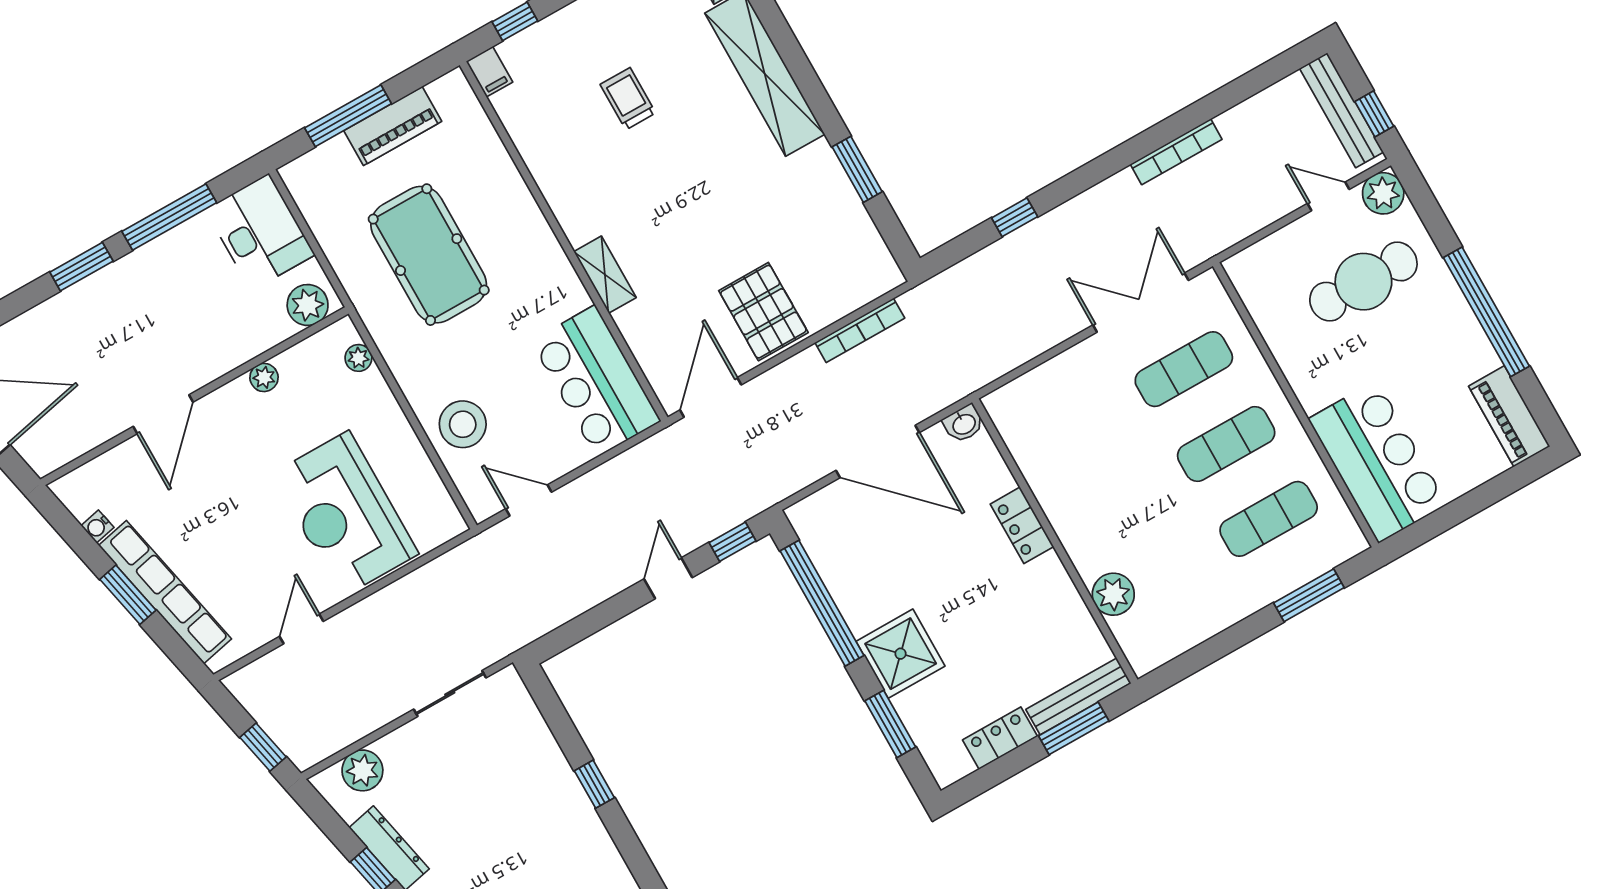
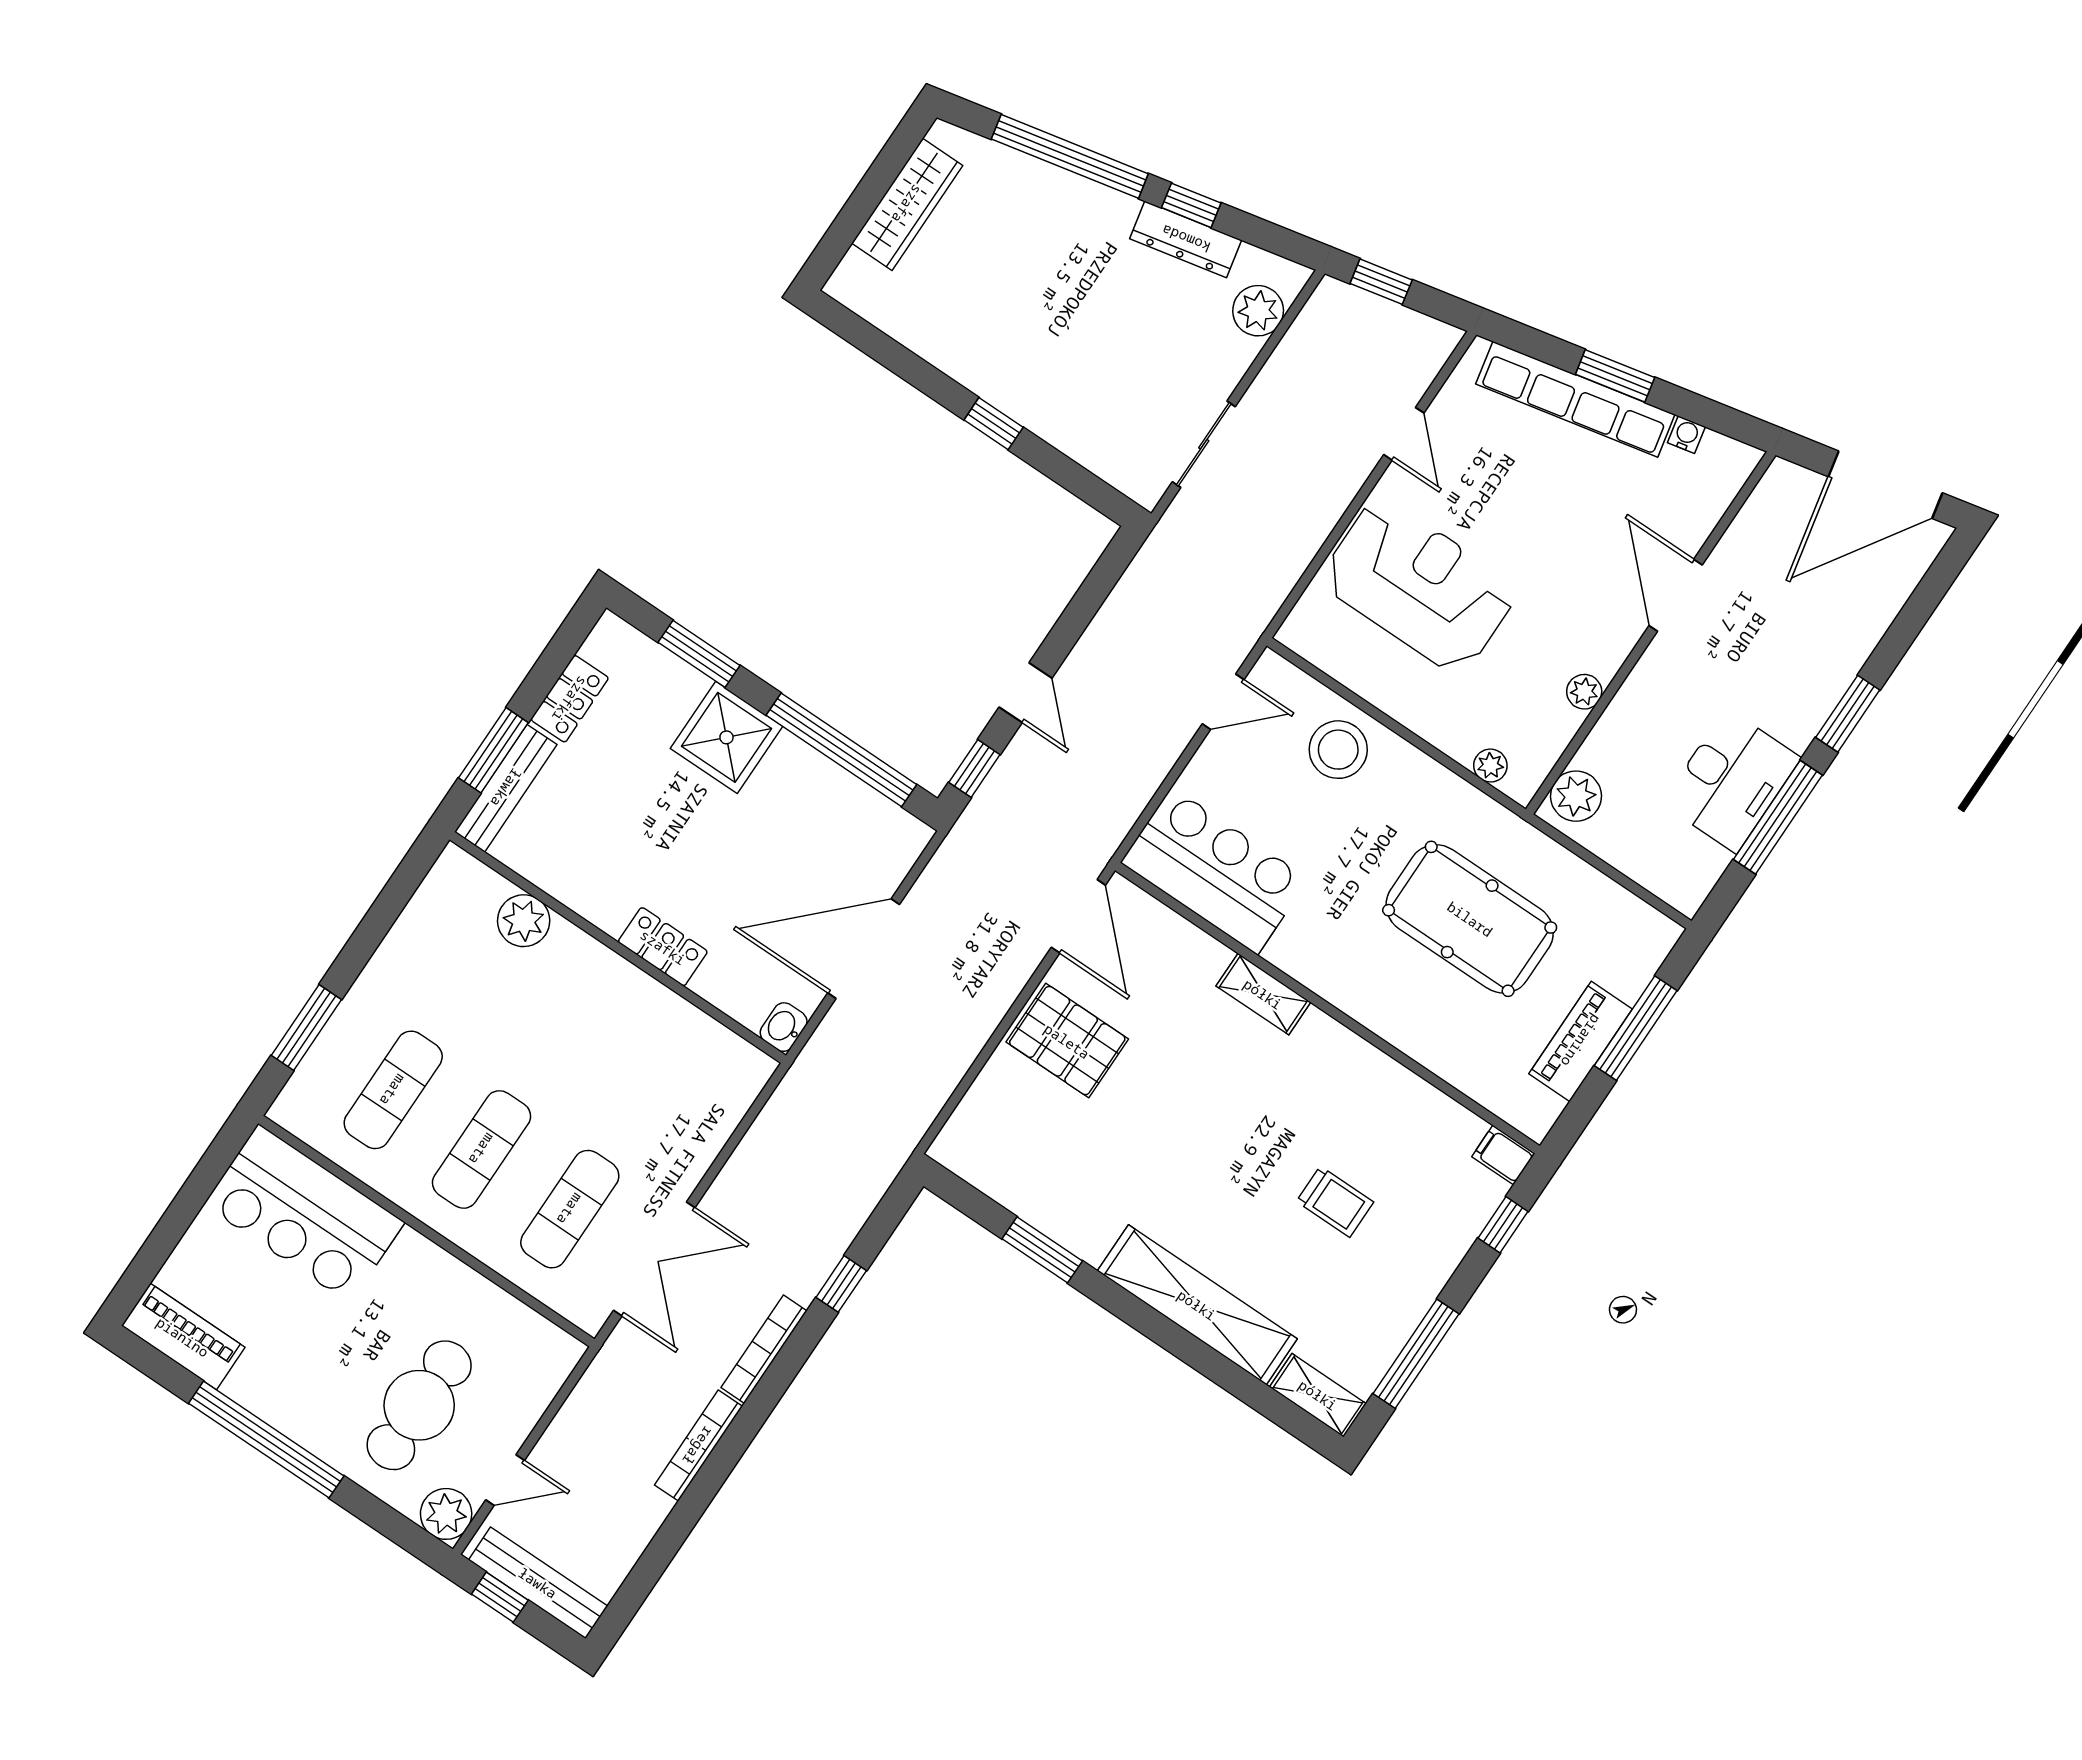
desk: (260, 232) -> (1731, 781), moved, turned -90
bookcase: (860, 330) -> (764, 1349), moved

